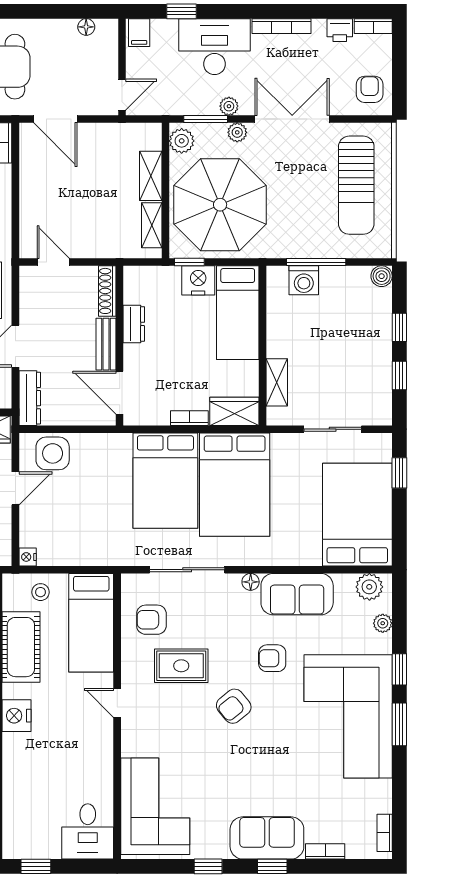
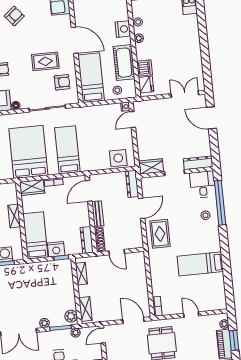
plant: (229, 106) -> (76, 333), moved
shelving: (151, 176) -> (85, 309), moved
parasol: (220, 205) -> (49, 287), removed
door: (53, 262) -> (117, 252), moved
dresser: (134, 324) -> (87, 240), moved, width x1.44
shelving: (277, 382) -> (14, 216), moved
door: (120, 393) -> (89, 191), swing flipped
bed: (165, 481) -> (67, 150), width x0.67
door: (15, 488) -> (133, 119), moved
door: (117, 703) -> (75, 40), width x1.87
armchair: (234, 706) -> (14, 16), moved

